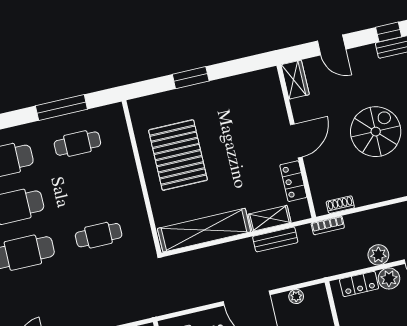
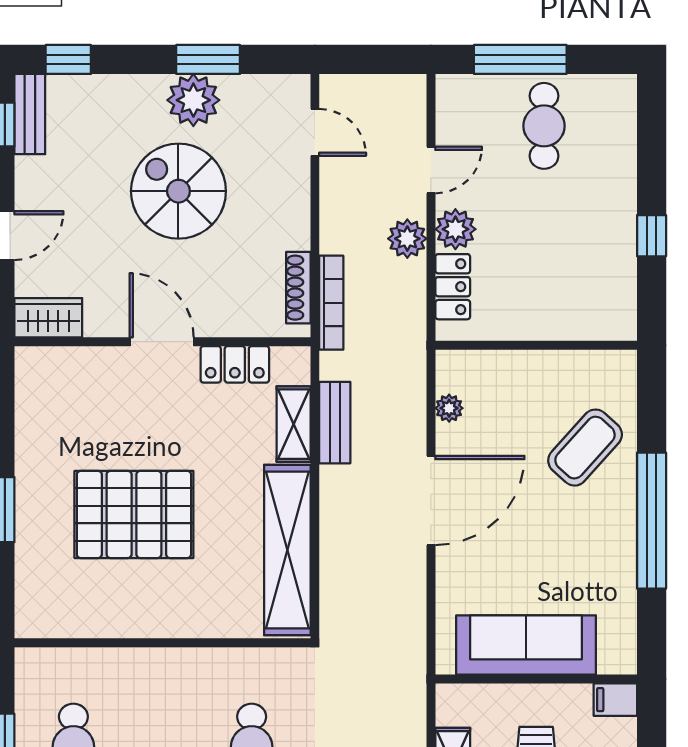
pallet: (178, 155) -> (134, 514), moved
shoe rack: (340, 205) -> (298, 288), width x1.43
bookcase: (328, 225) -> (331, 303), width x1.56

